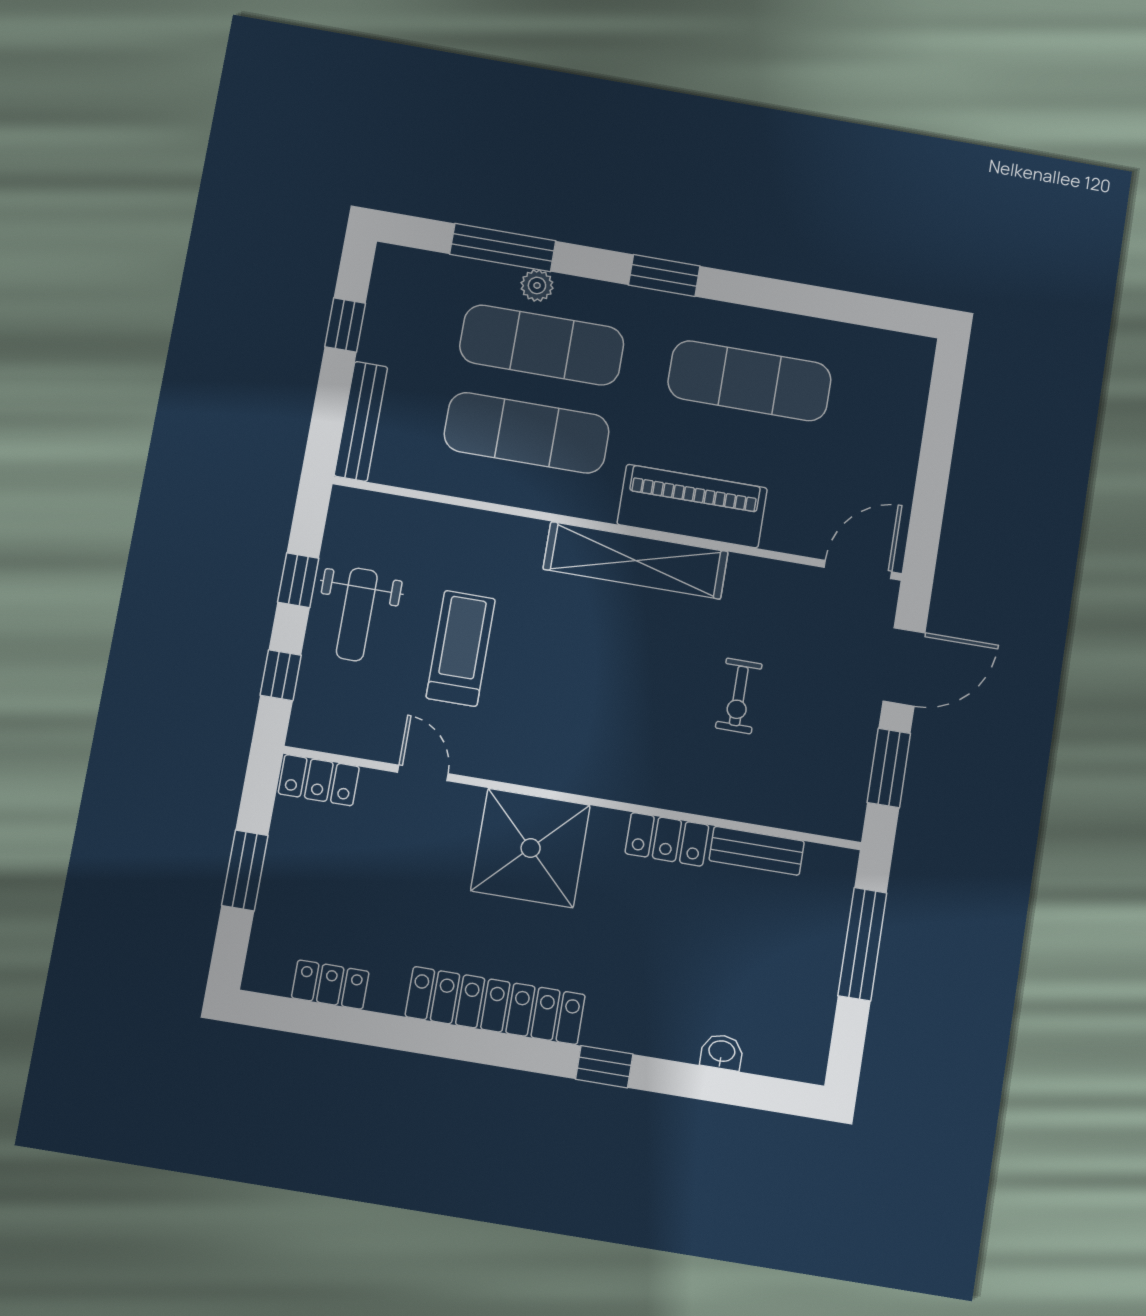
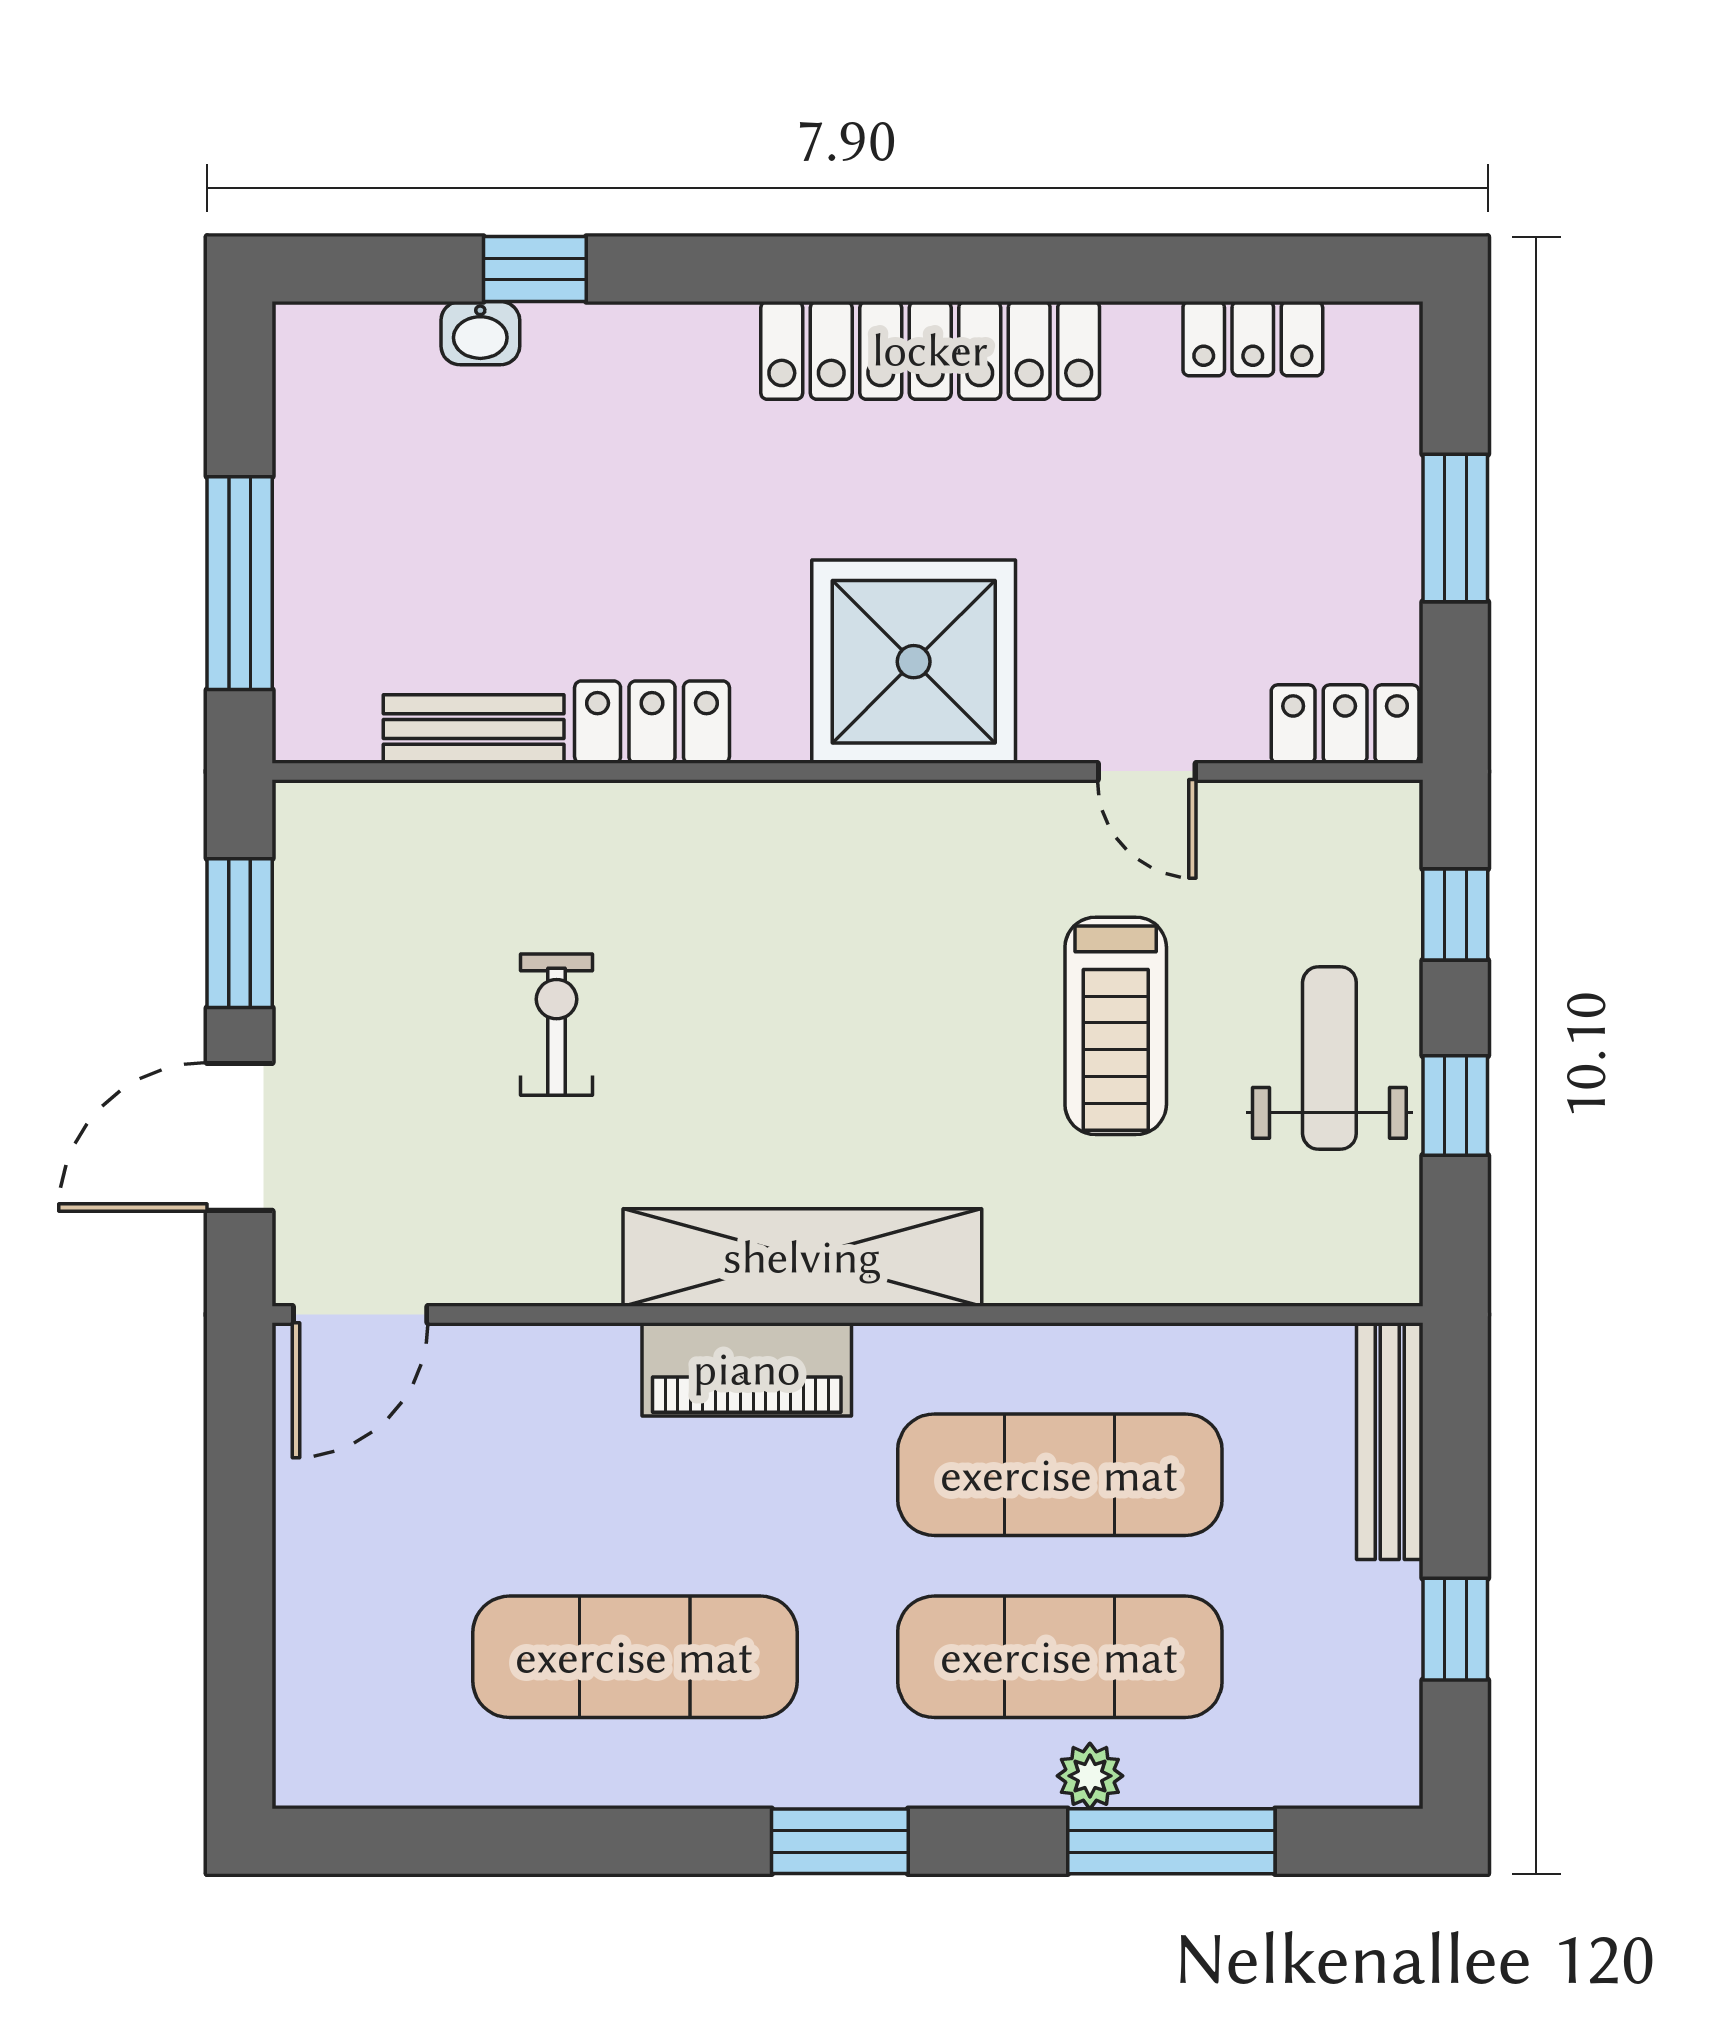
piano: (692, 506) -> (747, 1369), width x0.73, depth x0.75
window: (604, 1067) -> (535, 269), moved

